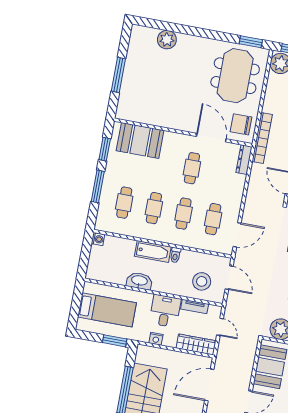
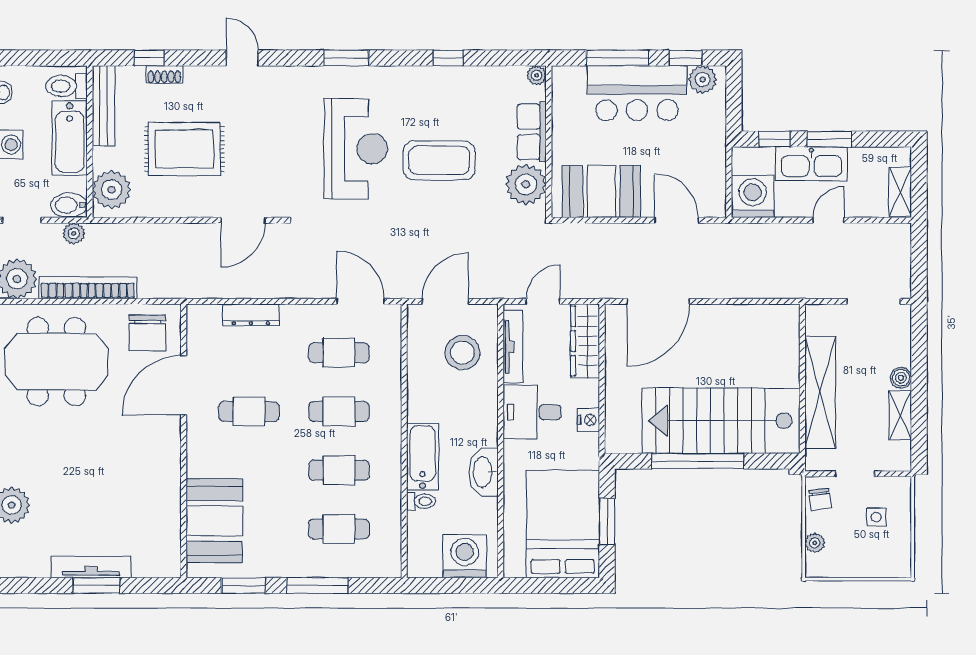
tv unit: (128, 74) -> (91, 567), added
window: (118, 75) -> (96, 585), width x0.69
bookcase: (262, 138) -> (88, 288), moved
dresser: (244, 160) -> (251, 315), moved
washing machine: (98, 239) -> (465, 556), moved, width x1.89, depth x1.89
toilet: (175, 255) -> (421, 501), moved
tv unit: (195, 307) -> (513, 347), width x1.41
bed: (107, 310) -> (563, 524), width x1.50
window: (115, 341) -> (607, 522), moved
door: (209, 385) -> (658, 301), hinge flipped

